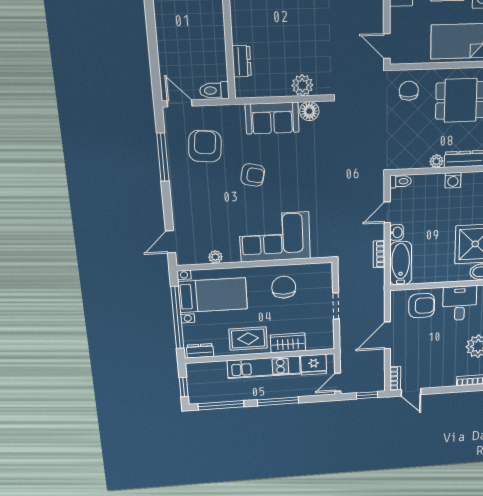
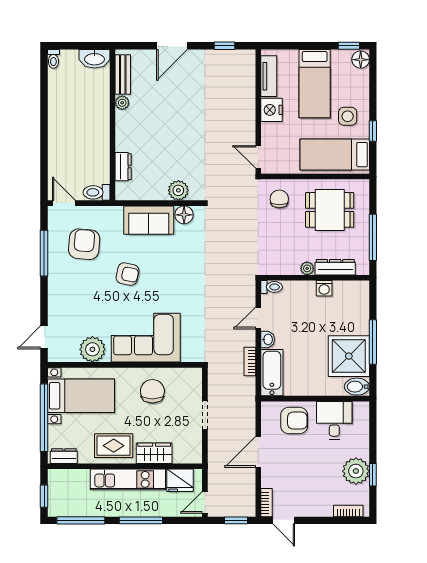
plant: (215, 257) -> (92, 349), width x1.87, depth x1.87

